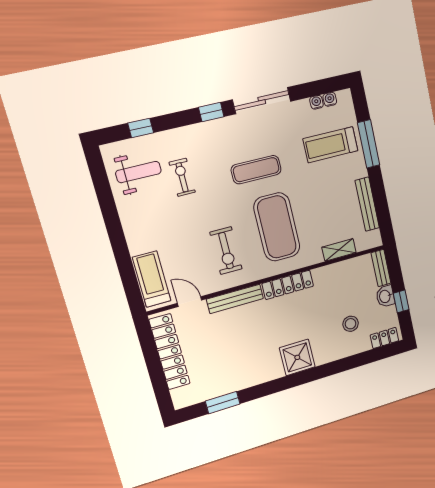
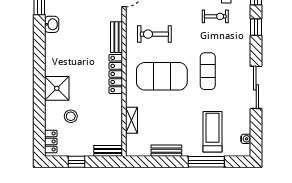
water cooler: (316, 102) -> (246, 128), removed
window: (211, 112) -> (256, 27), moved
bench: (367, 204) -> (166, 151), width x0.73
washbasin: (385, 296) -> (52, 24), moved, turned 90
bench: (235, 299) -> (117, 37), width x0.73
shower: (297, 357) -> (57, 88), moved

